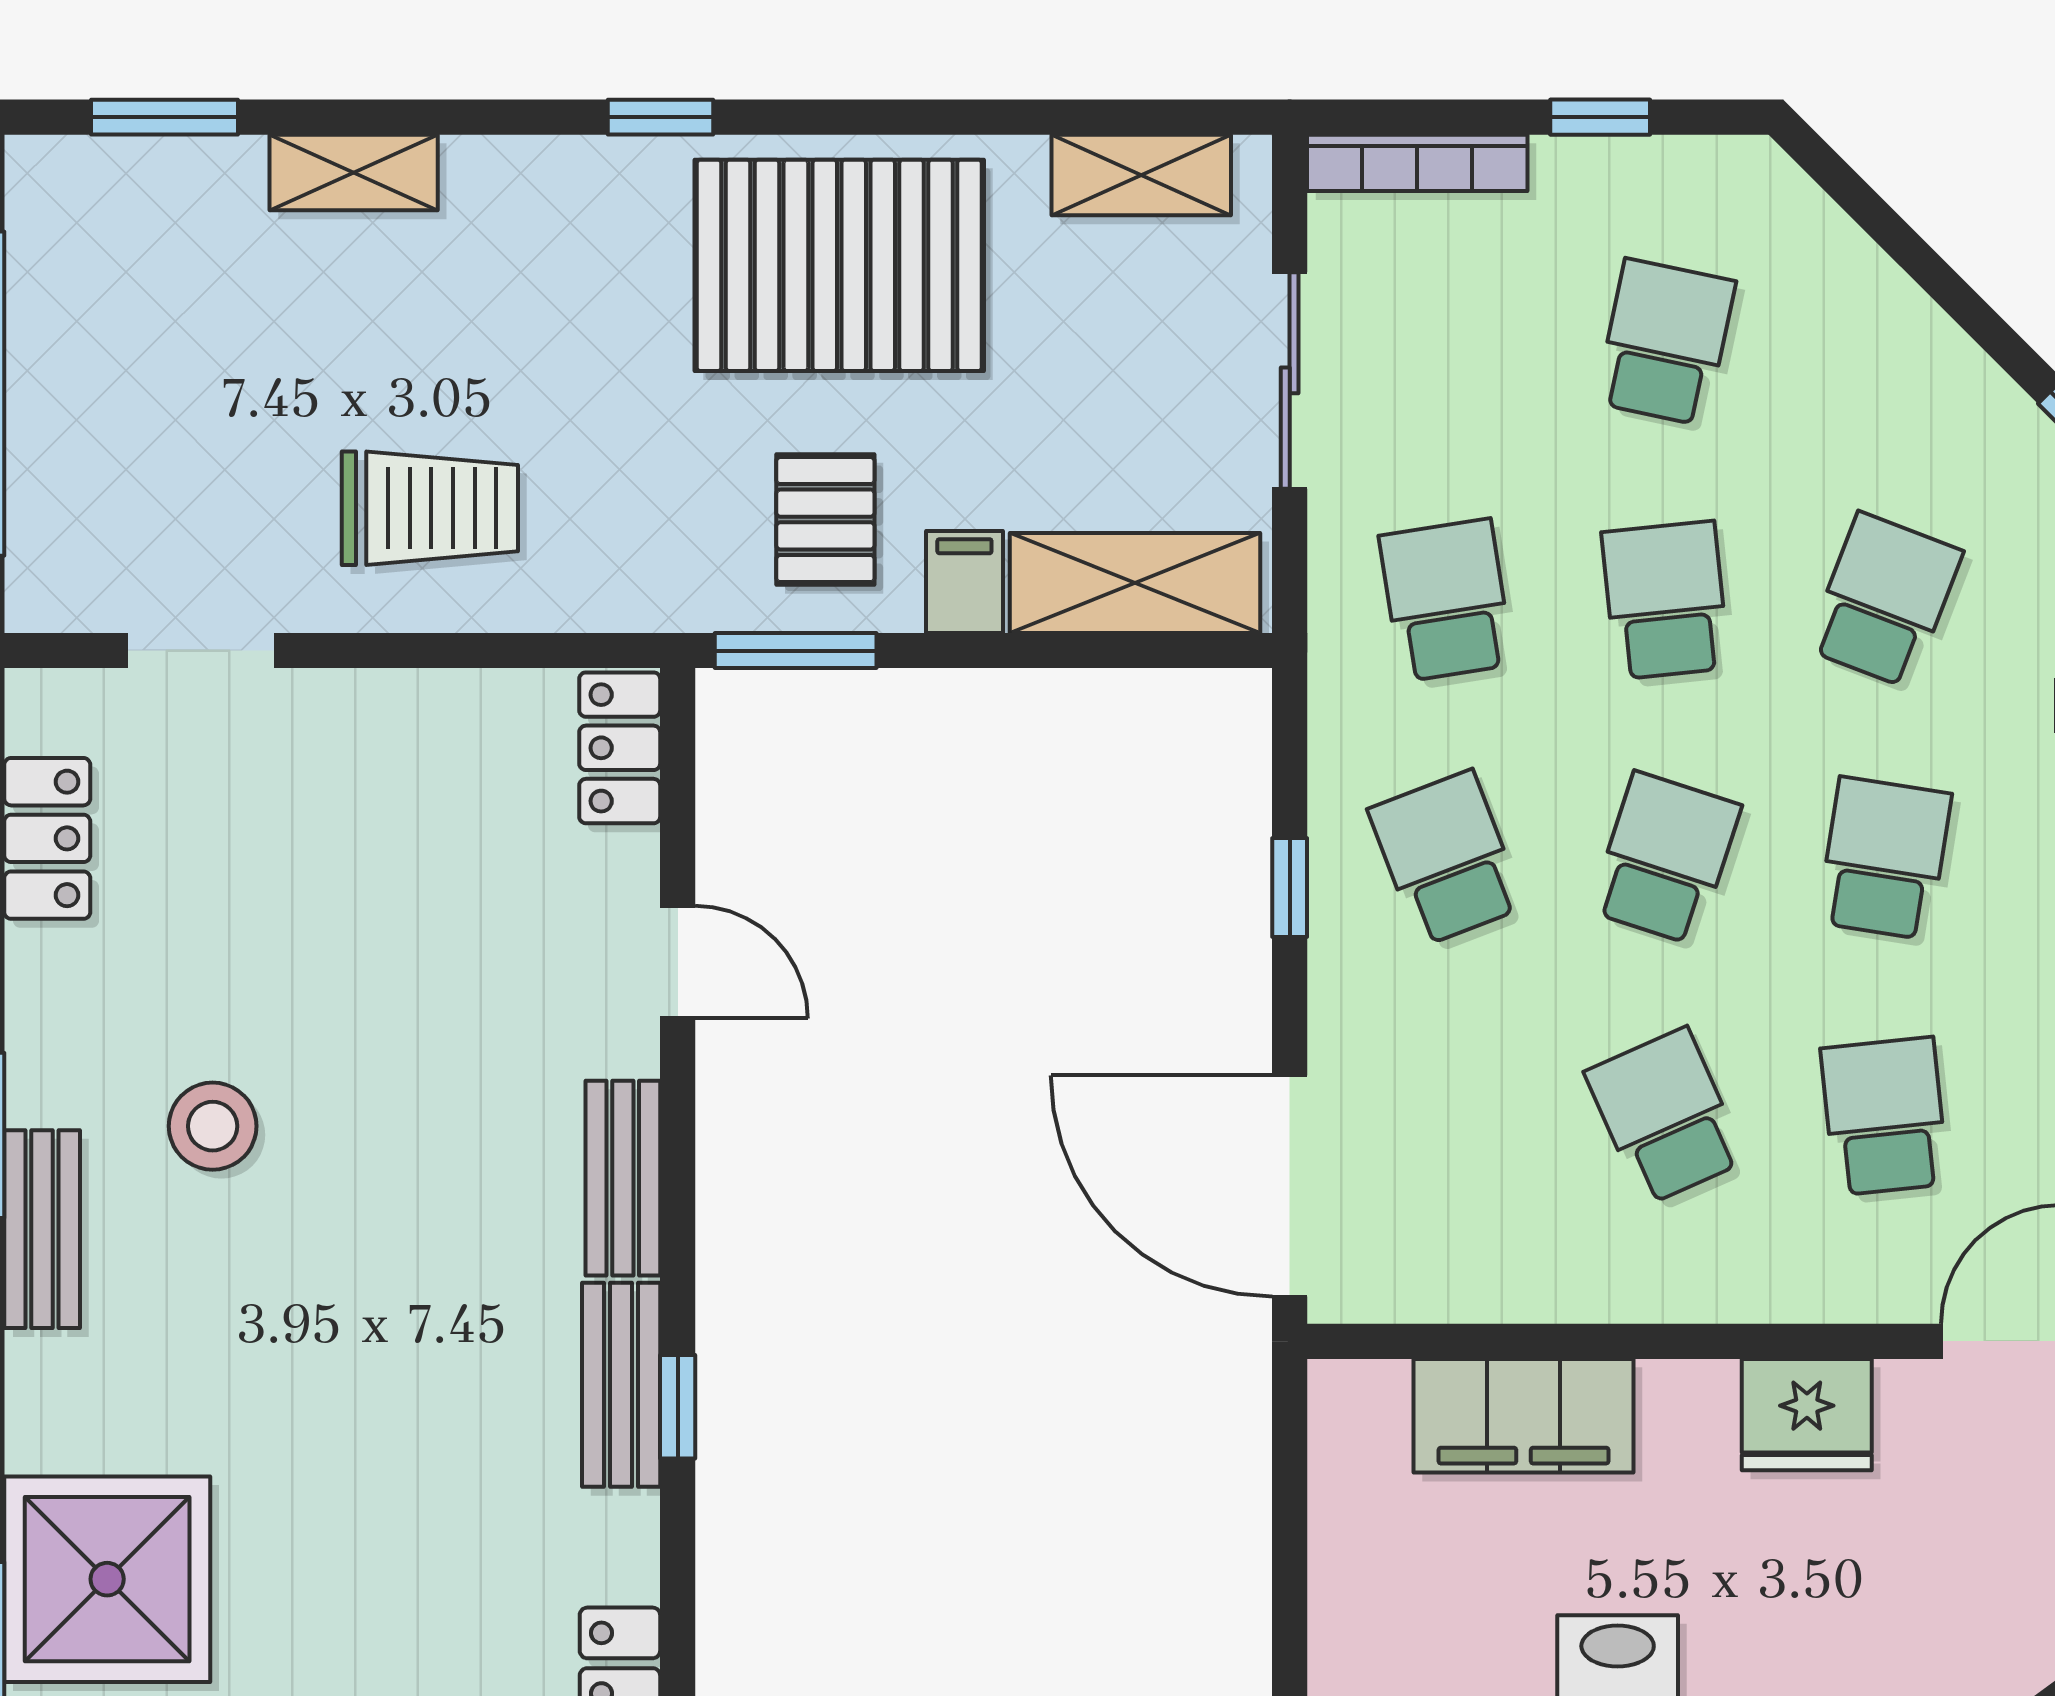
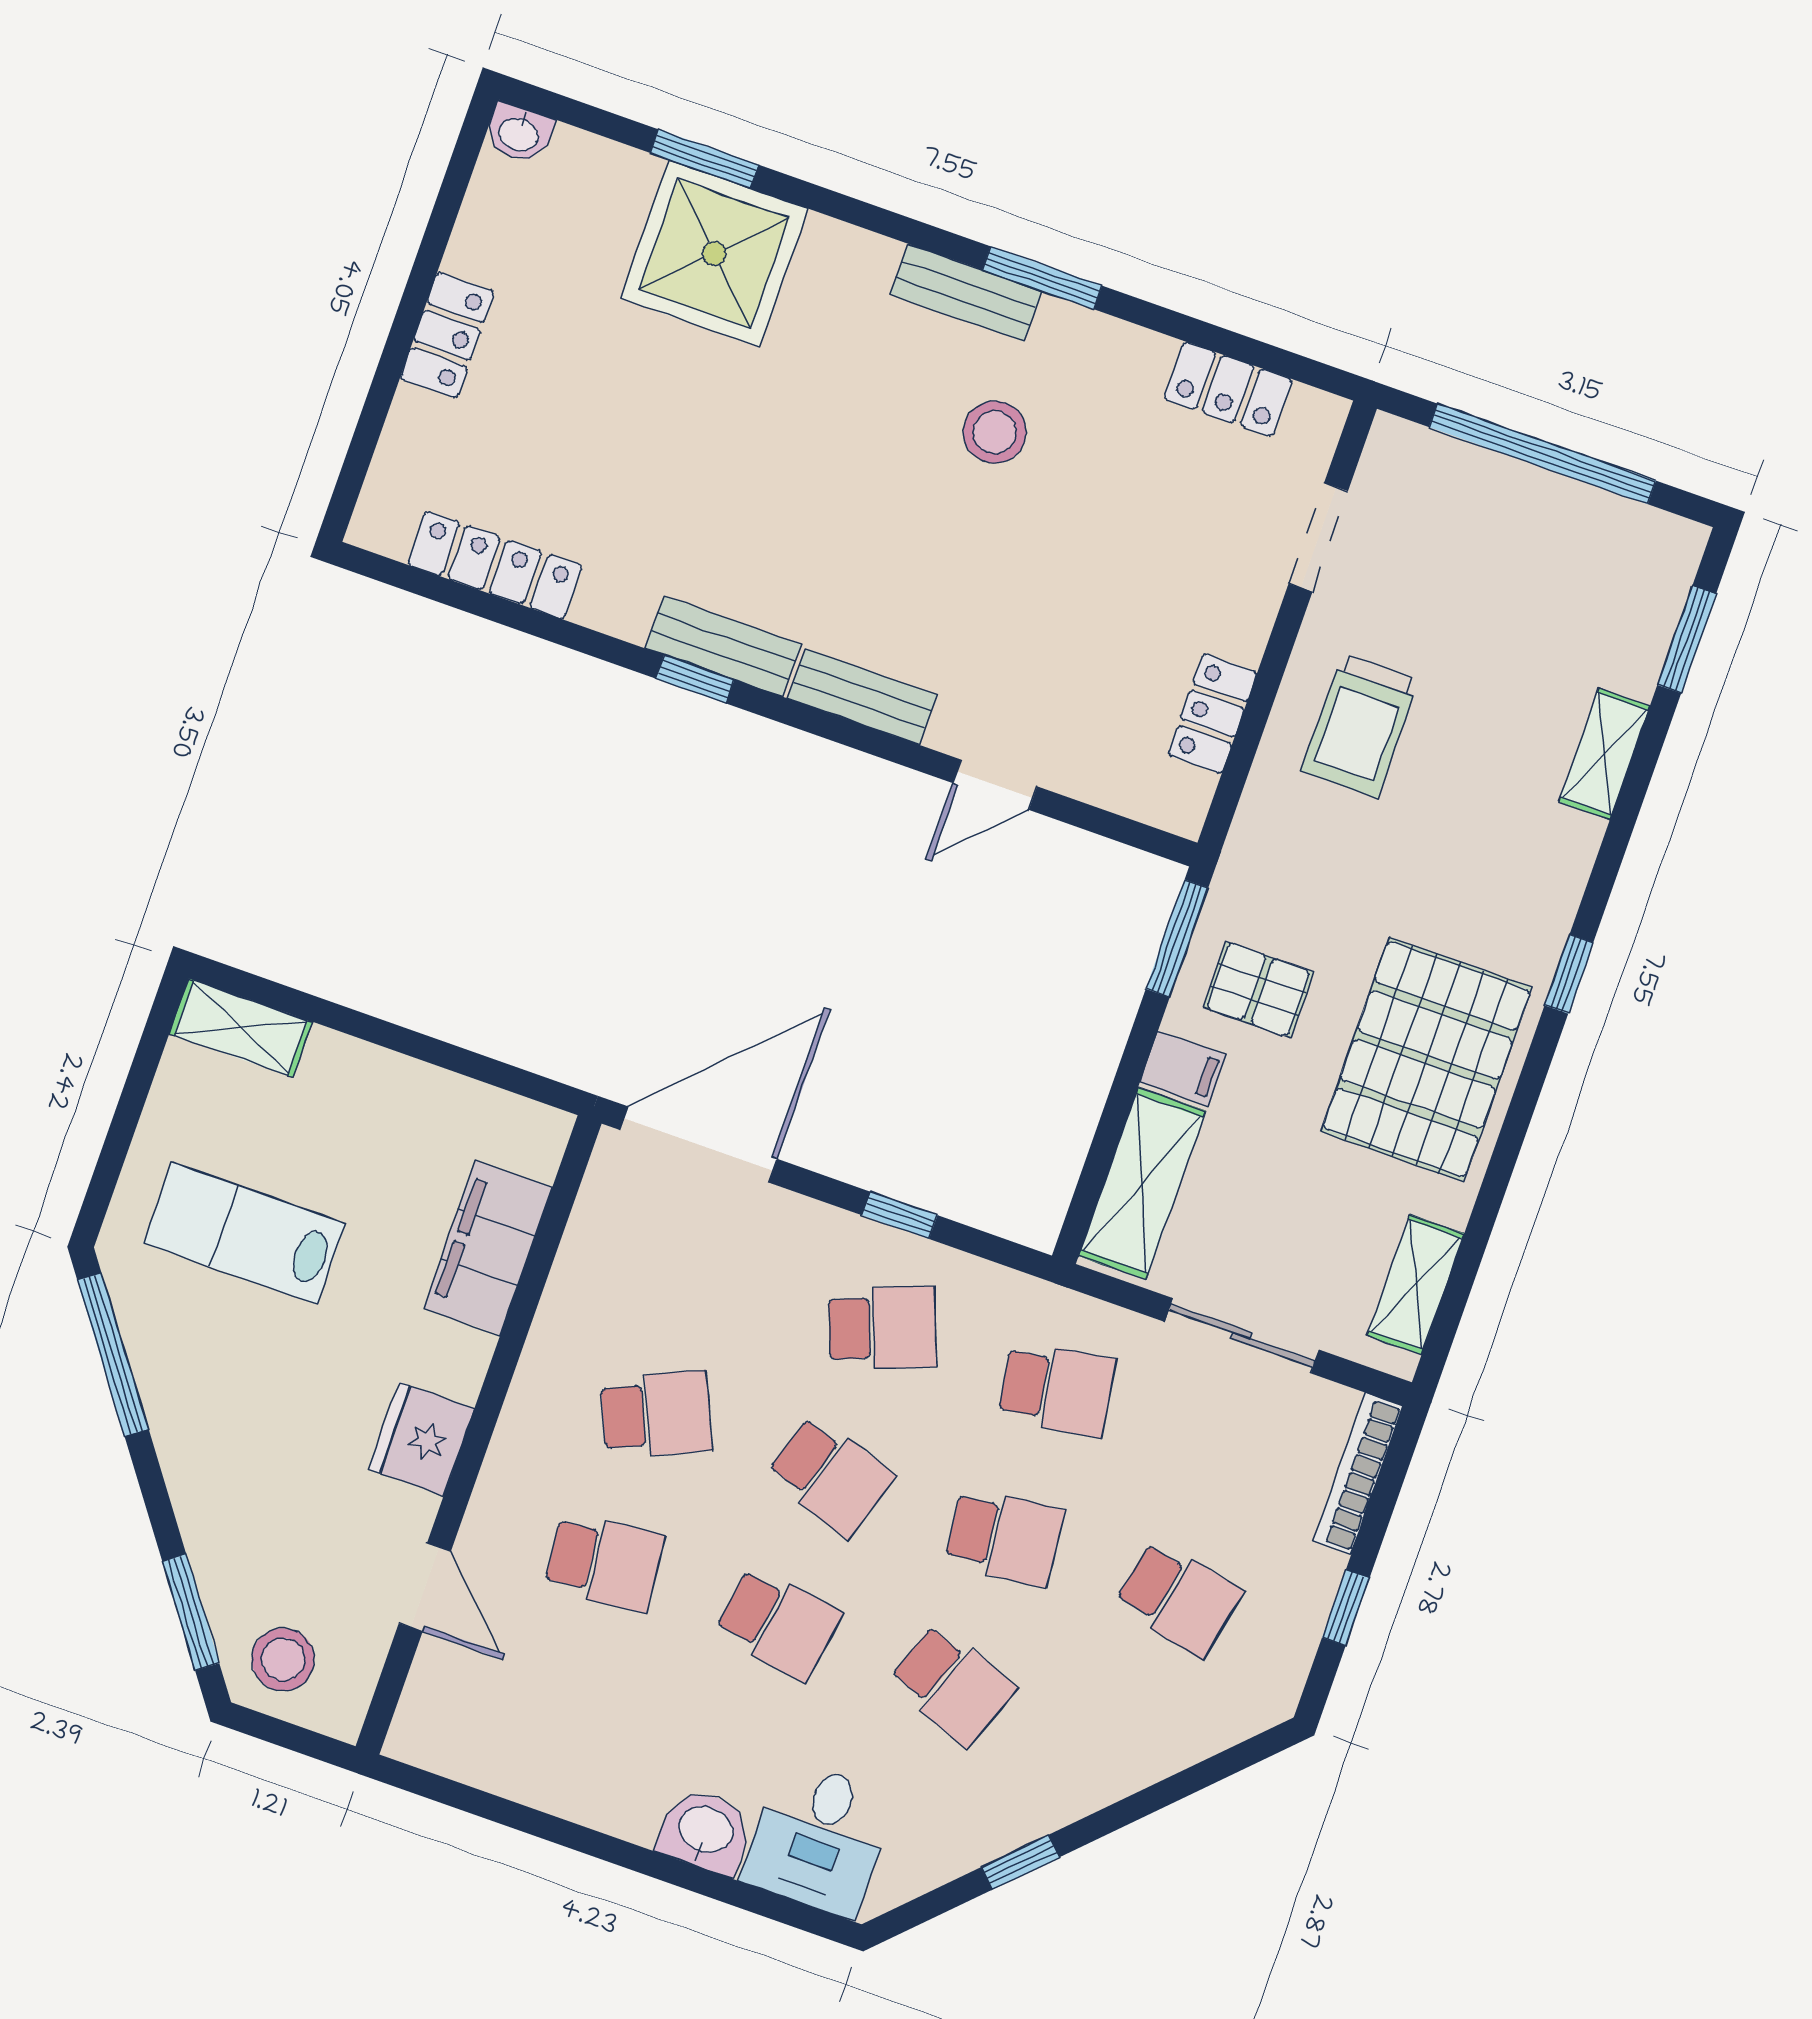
locker: (620, 748) -> (1212, 714), moved, turned -90

